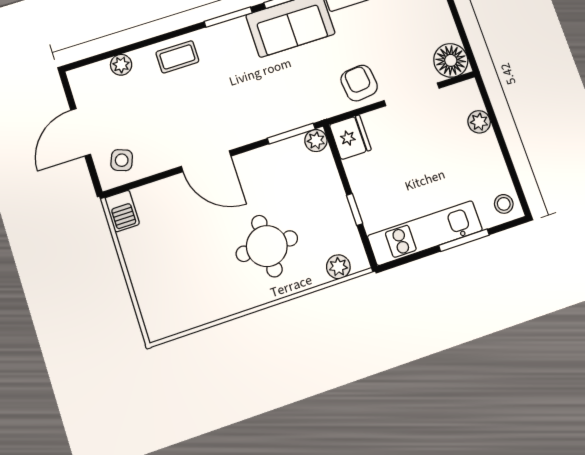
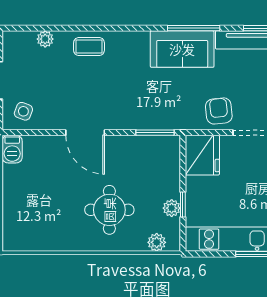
window: (228, 17) -> (137, 28), removed
fridge: (350, 137) -> (202, 155), width x1.36, depth x1.34
plant: (316, 141) -> (172, 208), moved

